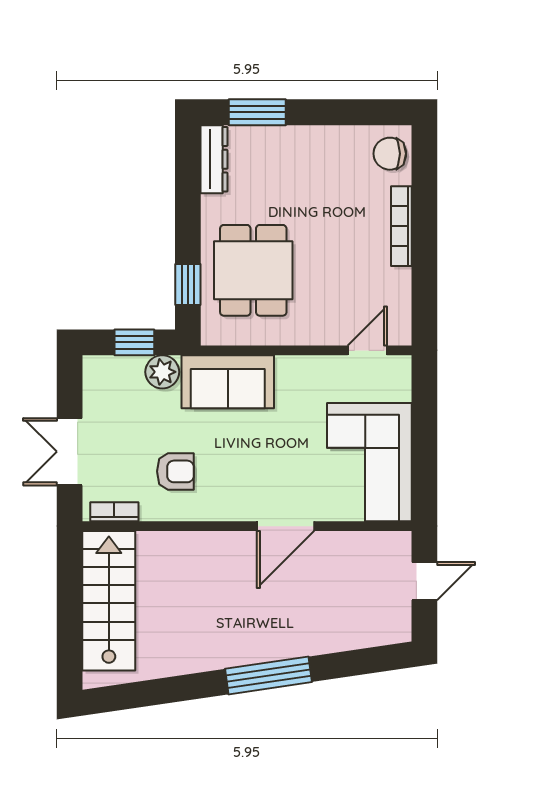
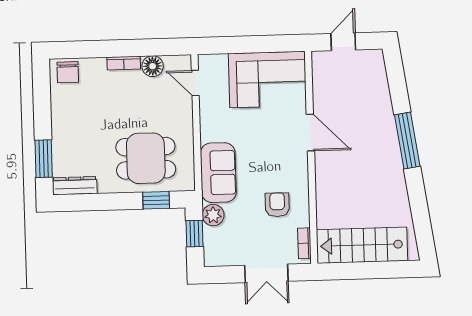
bookcase: (401, 226) -> (124, 63), width x0.64
floor lamp: (395, 285) -> (153, 66), added
door: (424, 581) -> (343, 42), hinge flipped

